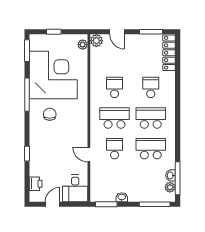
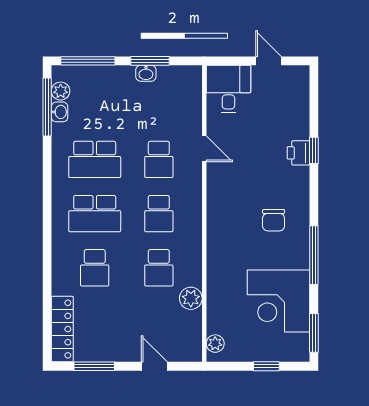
plant: (96, 41) -> (191, 298), moved
corner desk: (53, 75) -> (278, 301), width x0.74, depth x0.74
school desk: (115, 118) -> (159, 214), width x0.54
printer: (36, 184) -> (298, 153), moved
door: (53, 204) -> (268, 61), swing flipped
window: (106, 204) -> (150, 61), moved

